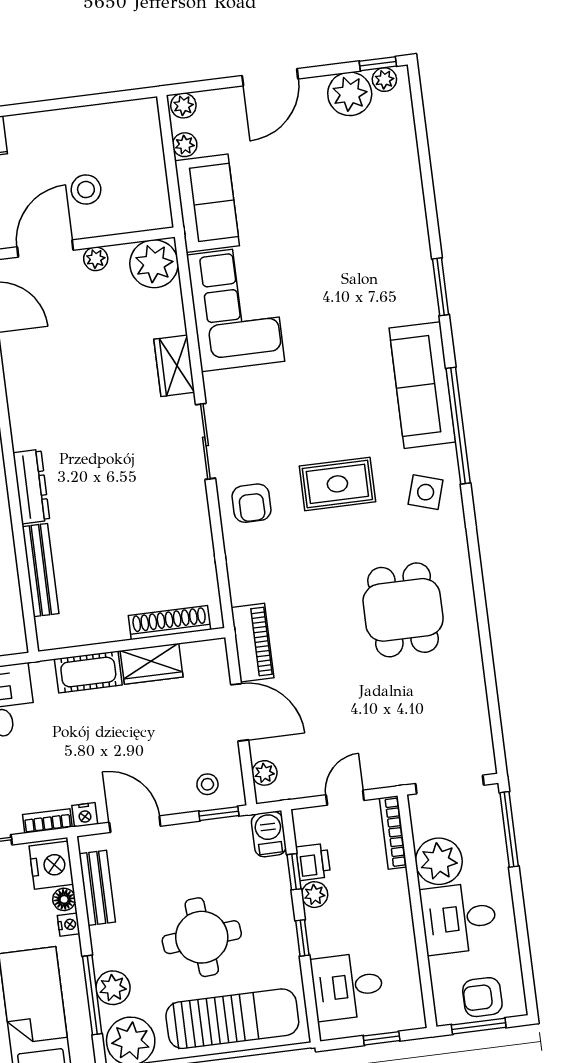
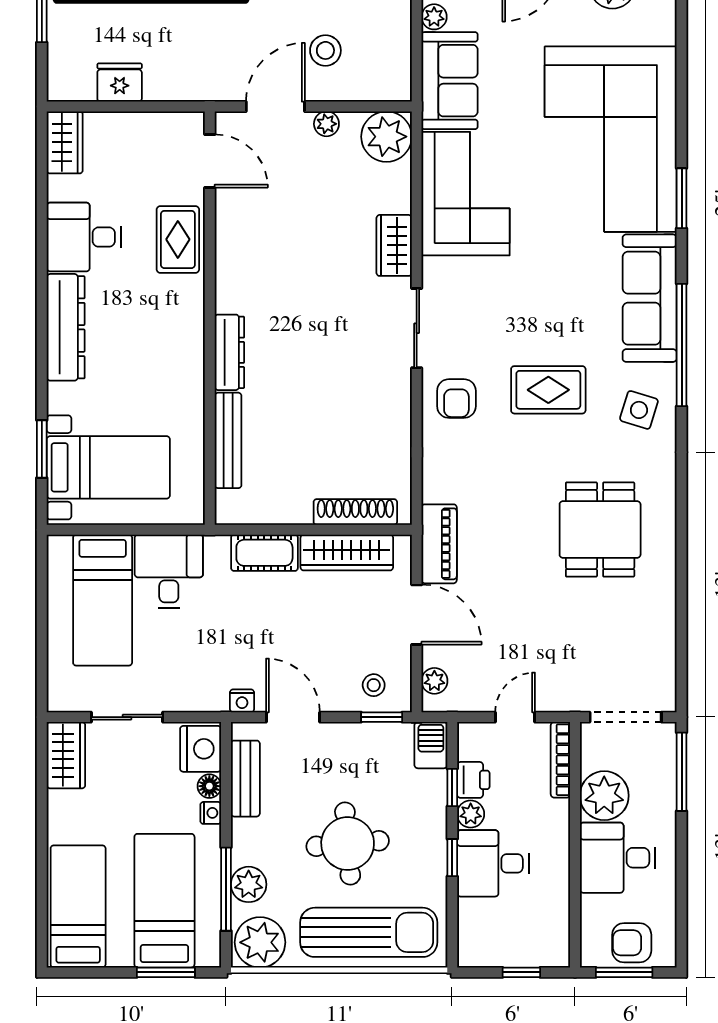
corner sofa: (366, 239) -> (611, 139), added
wardrobe: (152, 664) -> (347, 553), width x1.50
bookcase: (47, 821) -> (202, 702), removed
desk: (347, 986) -> (493, 863), moved

